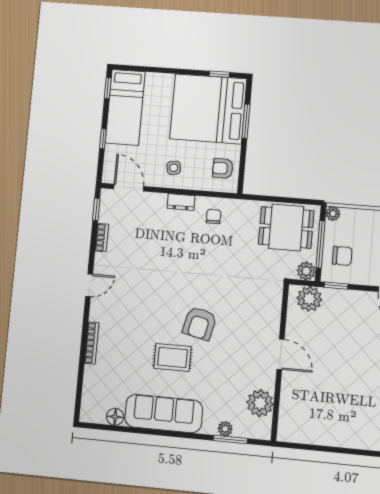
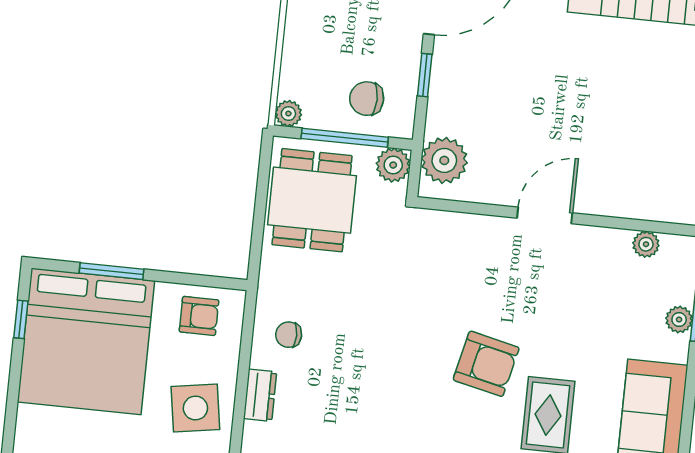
side table: (174, 168) -> (195, 408), width x1.87, depth x1.87
armchair: (223, 168) -> (199, 316), turned -90
chair: (342, 256) -> (367, 99), turned -90
window: (336, 286) -> (425, 75), moved
plant: (260, 403) -> (646, 244), width x0.53, depth x0.53

